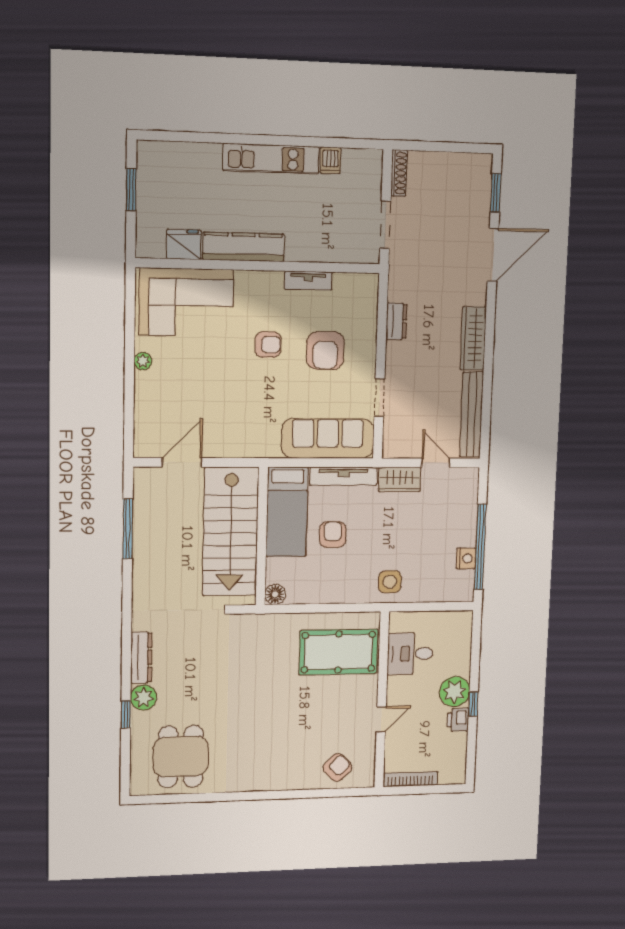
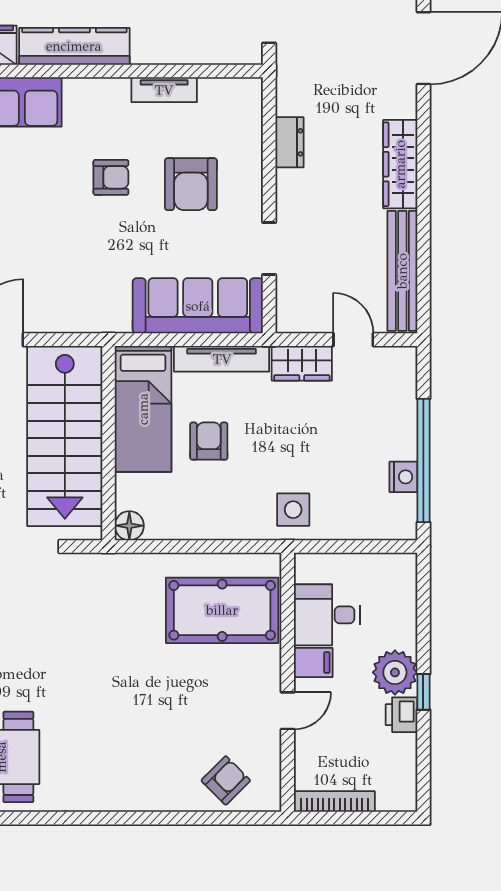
filing cabinet: (400, 686) -> (313, 662), added

